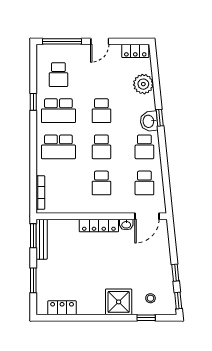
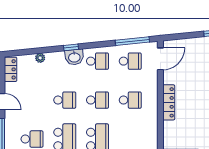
plant: (143, 84) -> (40, 58), width x0.53, depth x0.53
window: (167, 185) -> (132, 41), added
door: (147, 216) -> (160, 59), hinge flipped
washbasin: (126, 224) -> (168, 78), removed

